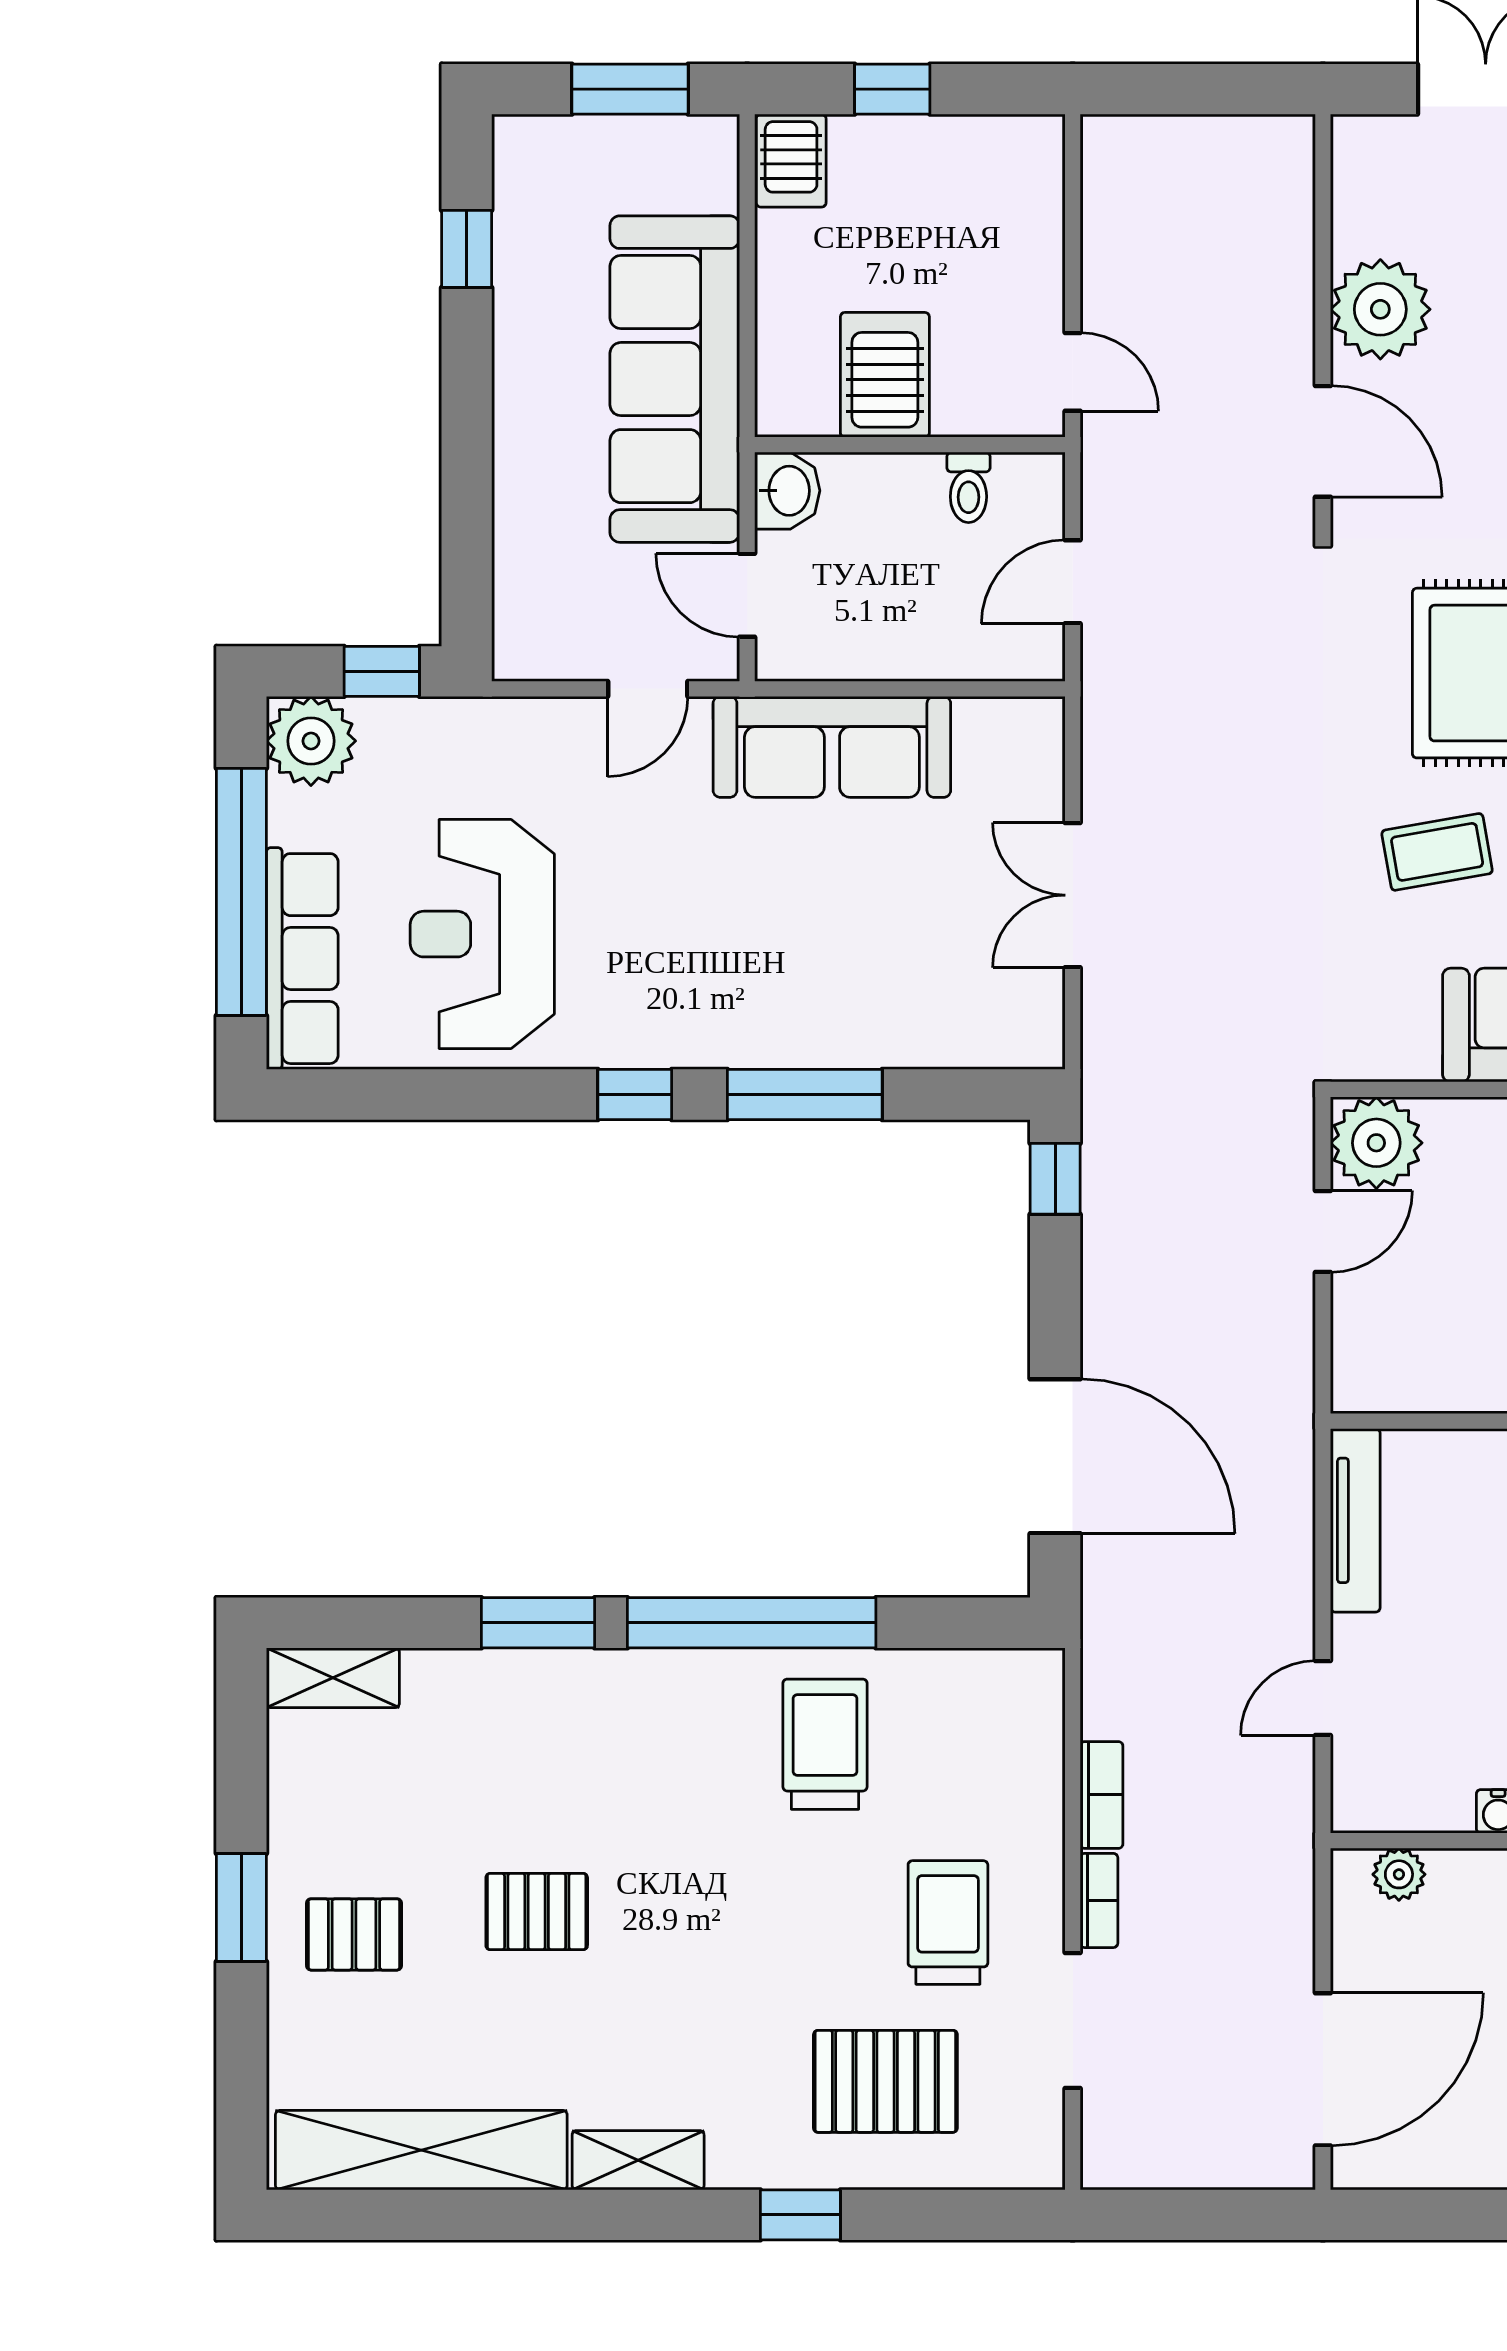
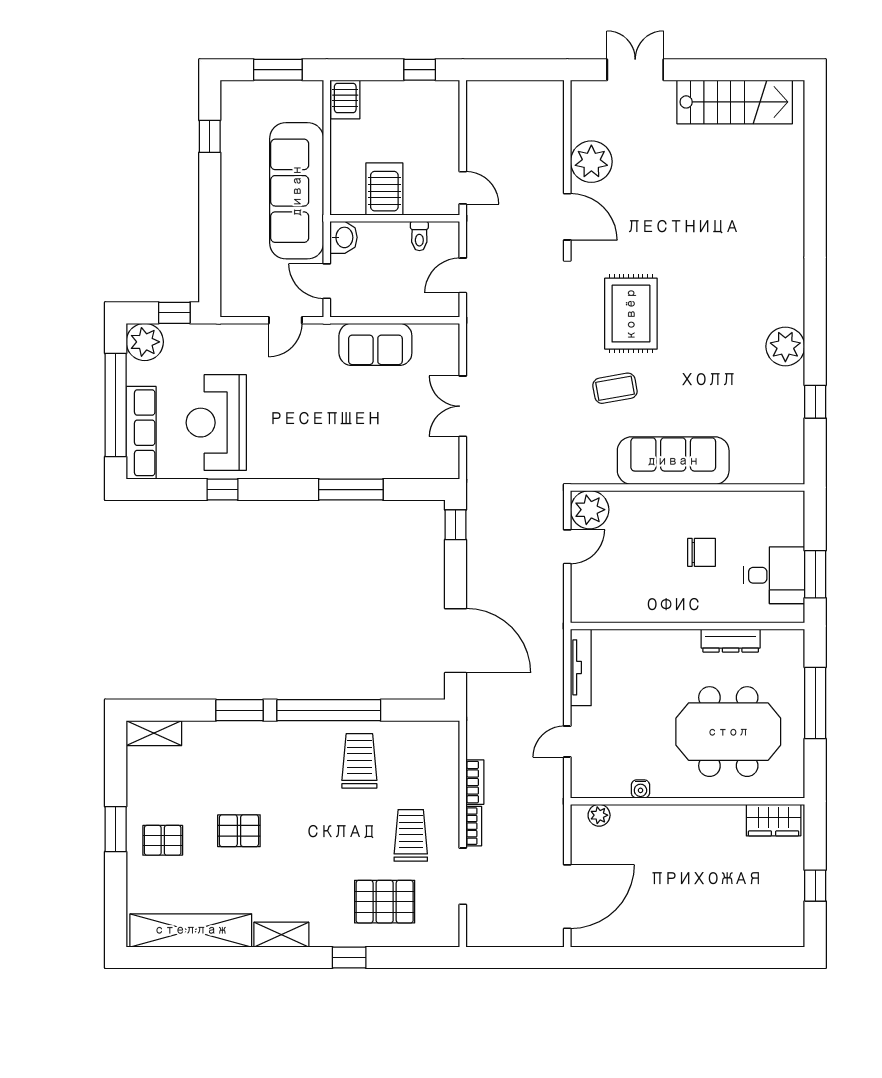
window: (892, 89) -> (420, 70), moved
sofa: (832, 747) -> (375, 344), width x0.73
window: (635, 1094) -> (223, 490), moved

